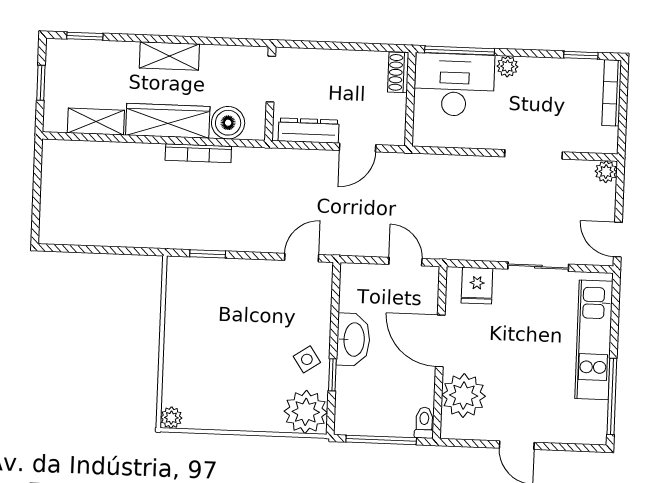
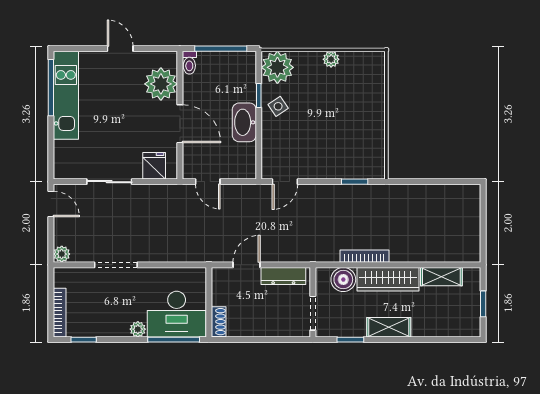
window: (85, 36) -> (350, 340), moved
kitchen unit: (594, 340) -> (66, 95), moved
plant: (171, 418) -> (331, 59), moved

